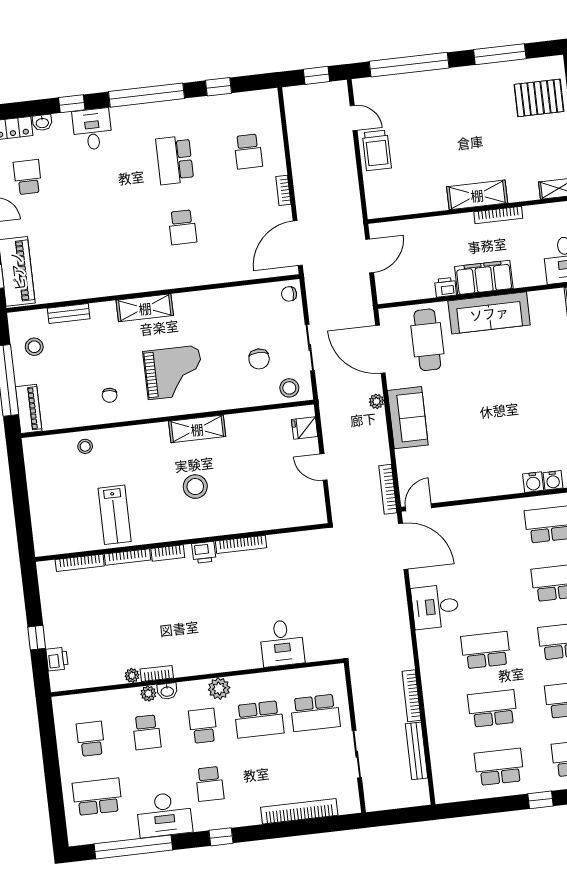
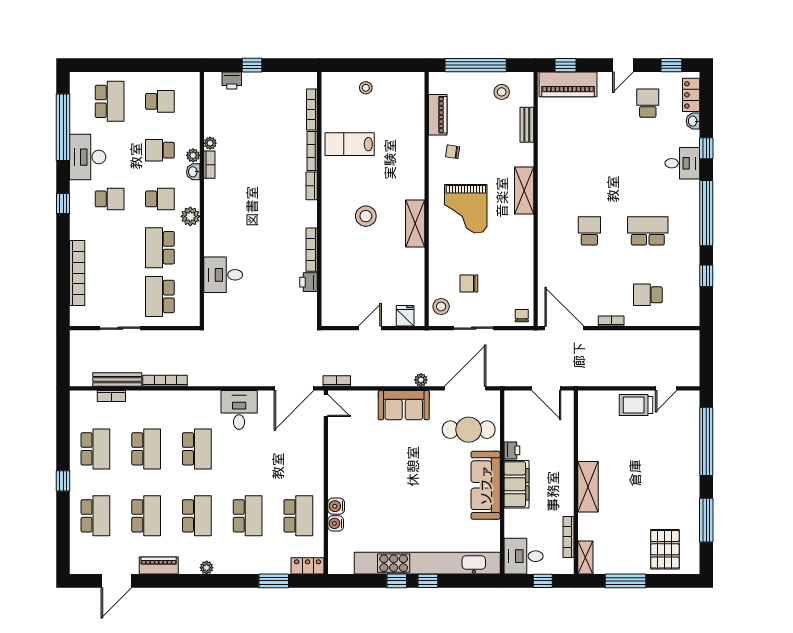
window: (317, 75) -> (706, 361), removed
school desk: (28, 177) -> (648, 103), turned -90
bookcase: (498, 215) -> (569, 537), moved
school desk: (182, 227) -> (589, 231), turned 90
piano: (29, 409) -> (438, 115), moved, turned -90
stool: (85, 446) -> (366, 88), moved
bookcase: (388, 489) -> (337, 381), width x0.64
printer: (204, 552) -> (309, 282), moved
bookcase: (436, 756) -> (111, 396), added
school desk: (210, 784) -> (110, 199), turned 180

